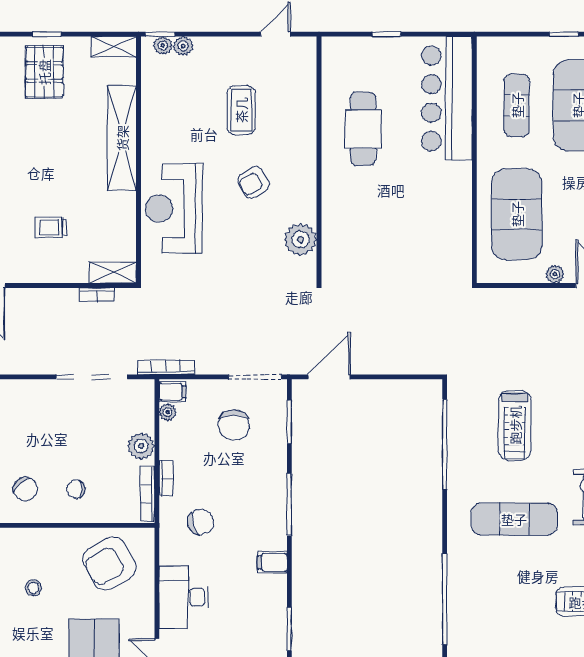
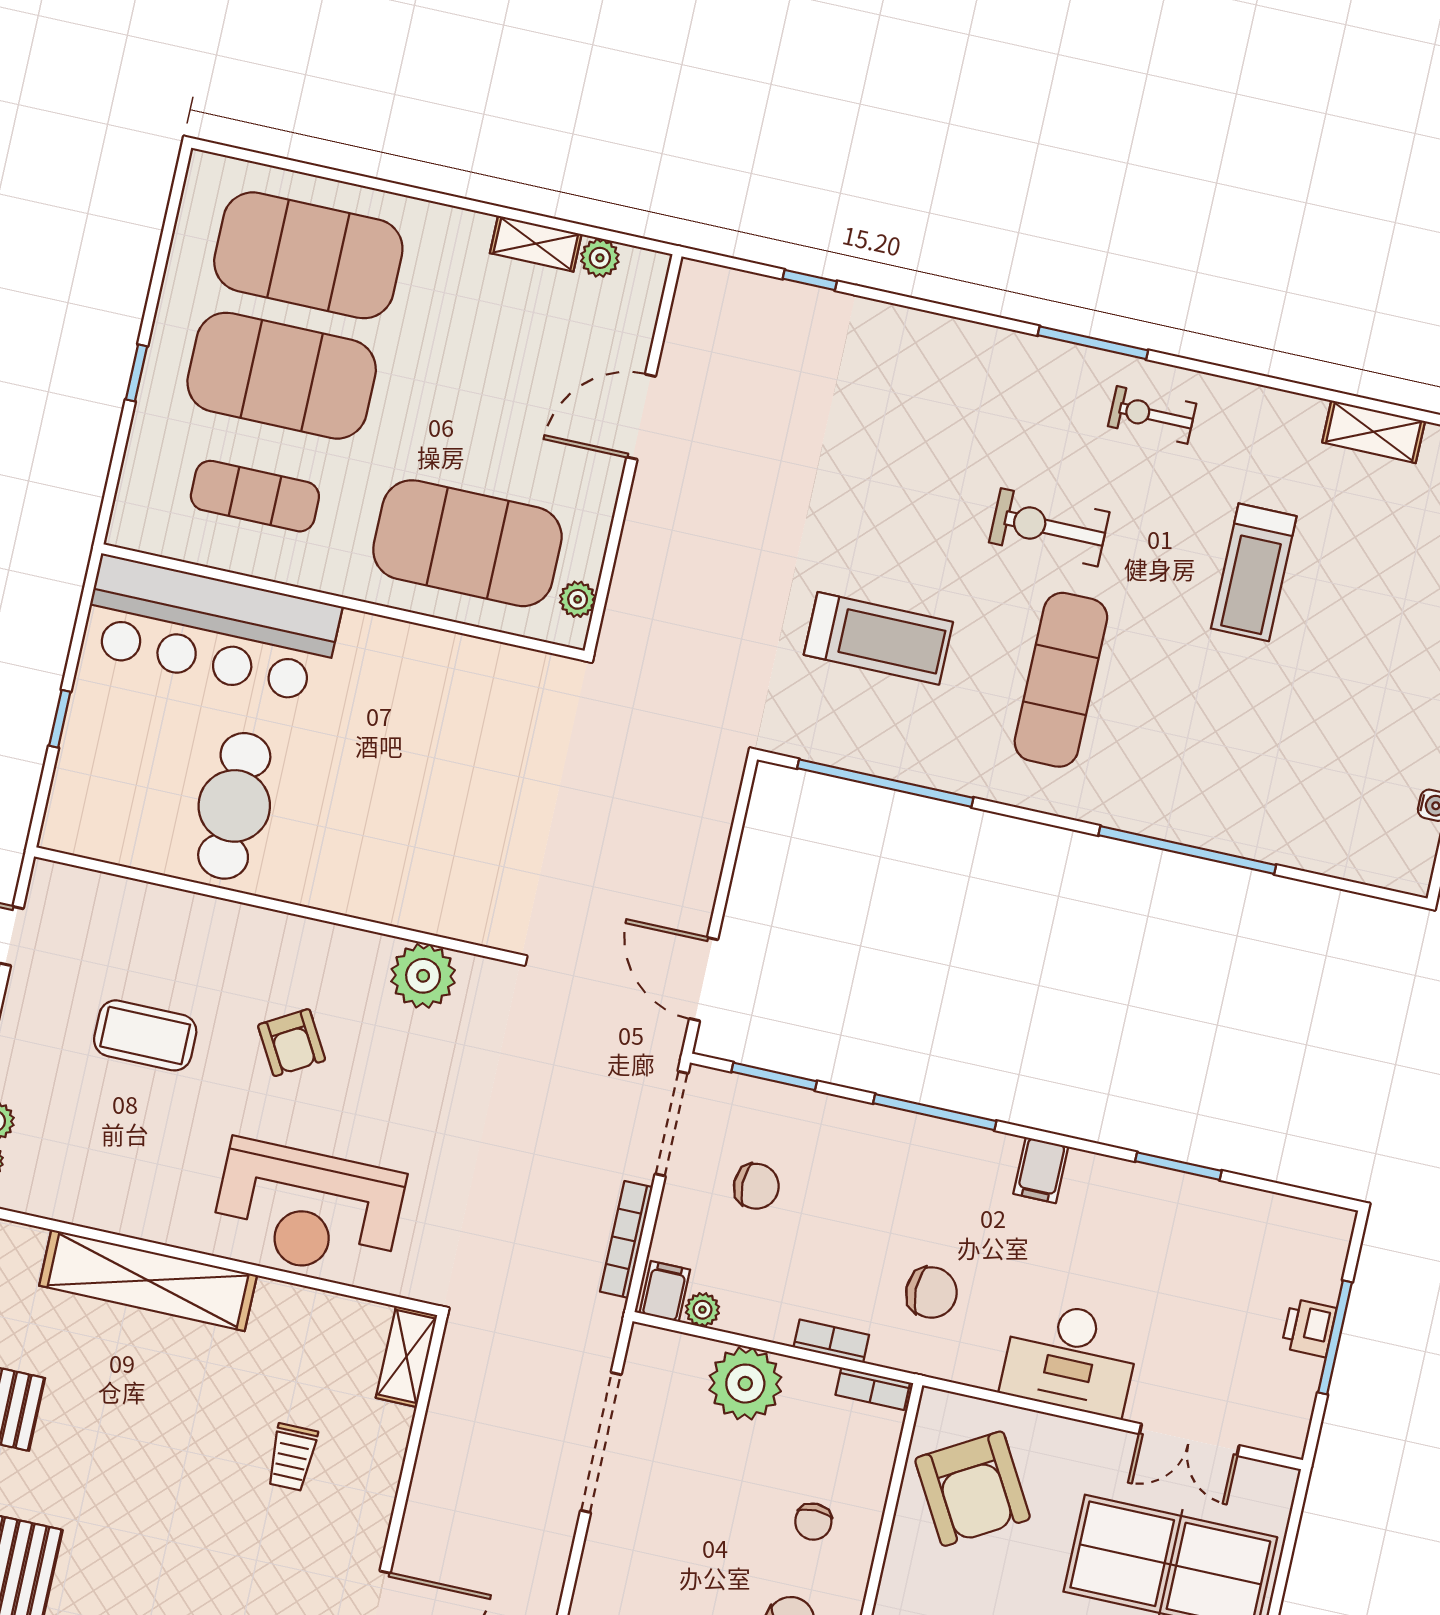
cafe table: (363, 129) -> (234, 806), turned 90
plant: (555, 274) -> (578, 599), moved
bookcase: (97, 295) -> (443, 1397), removed
bookcase: (166, 367) -> (626, 1239), moved
chair: (234, 425) -> (756, 1186), width x0.73, depth x0.73
plant: (141, 446) -> (745, 1384), width x1.36, depth x1.36
bookcase: (147, 494) -> (873, 1389), width x0.64
chair: (201, 522) -> (931, 1292), turned 109

